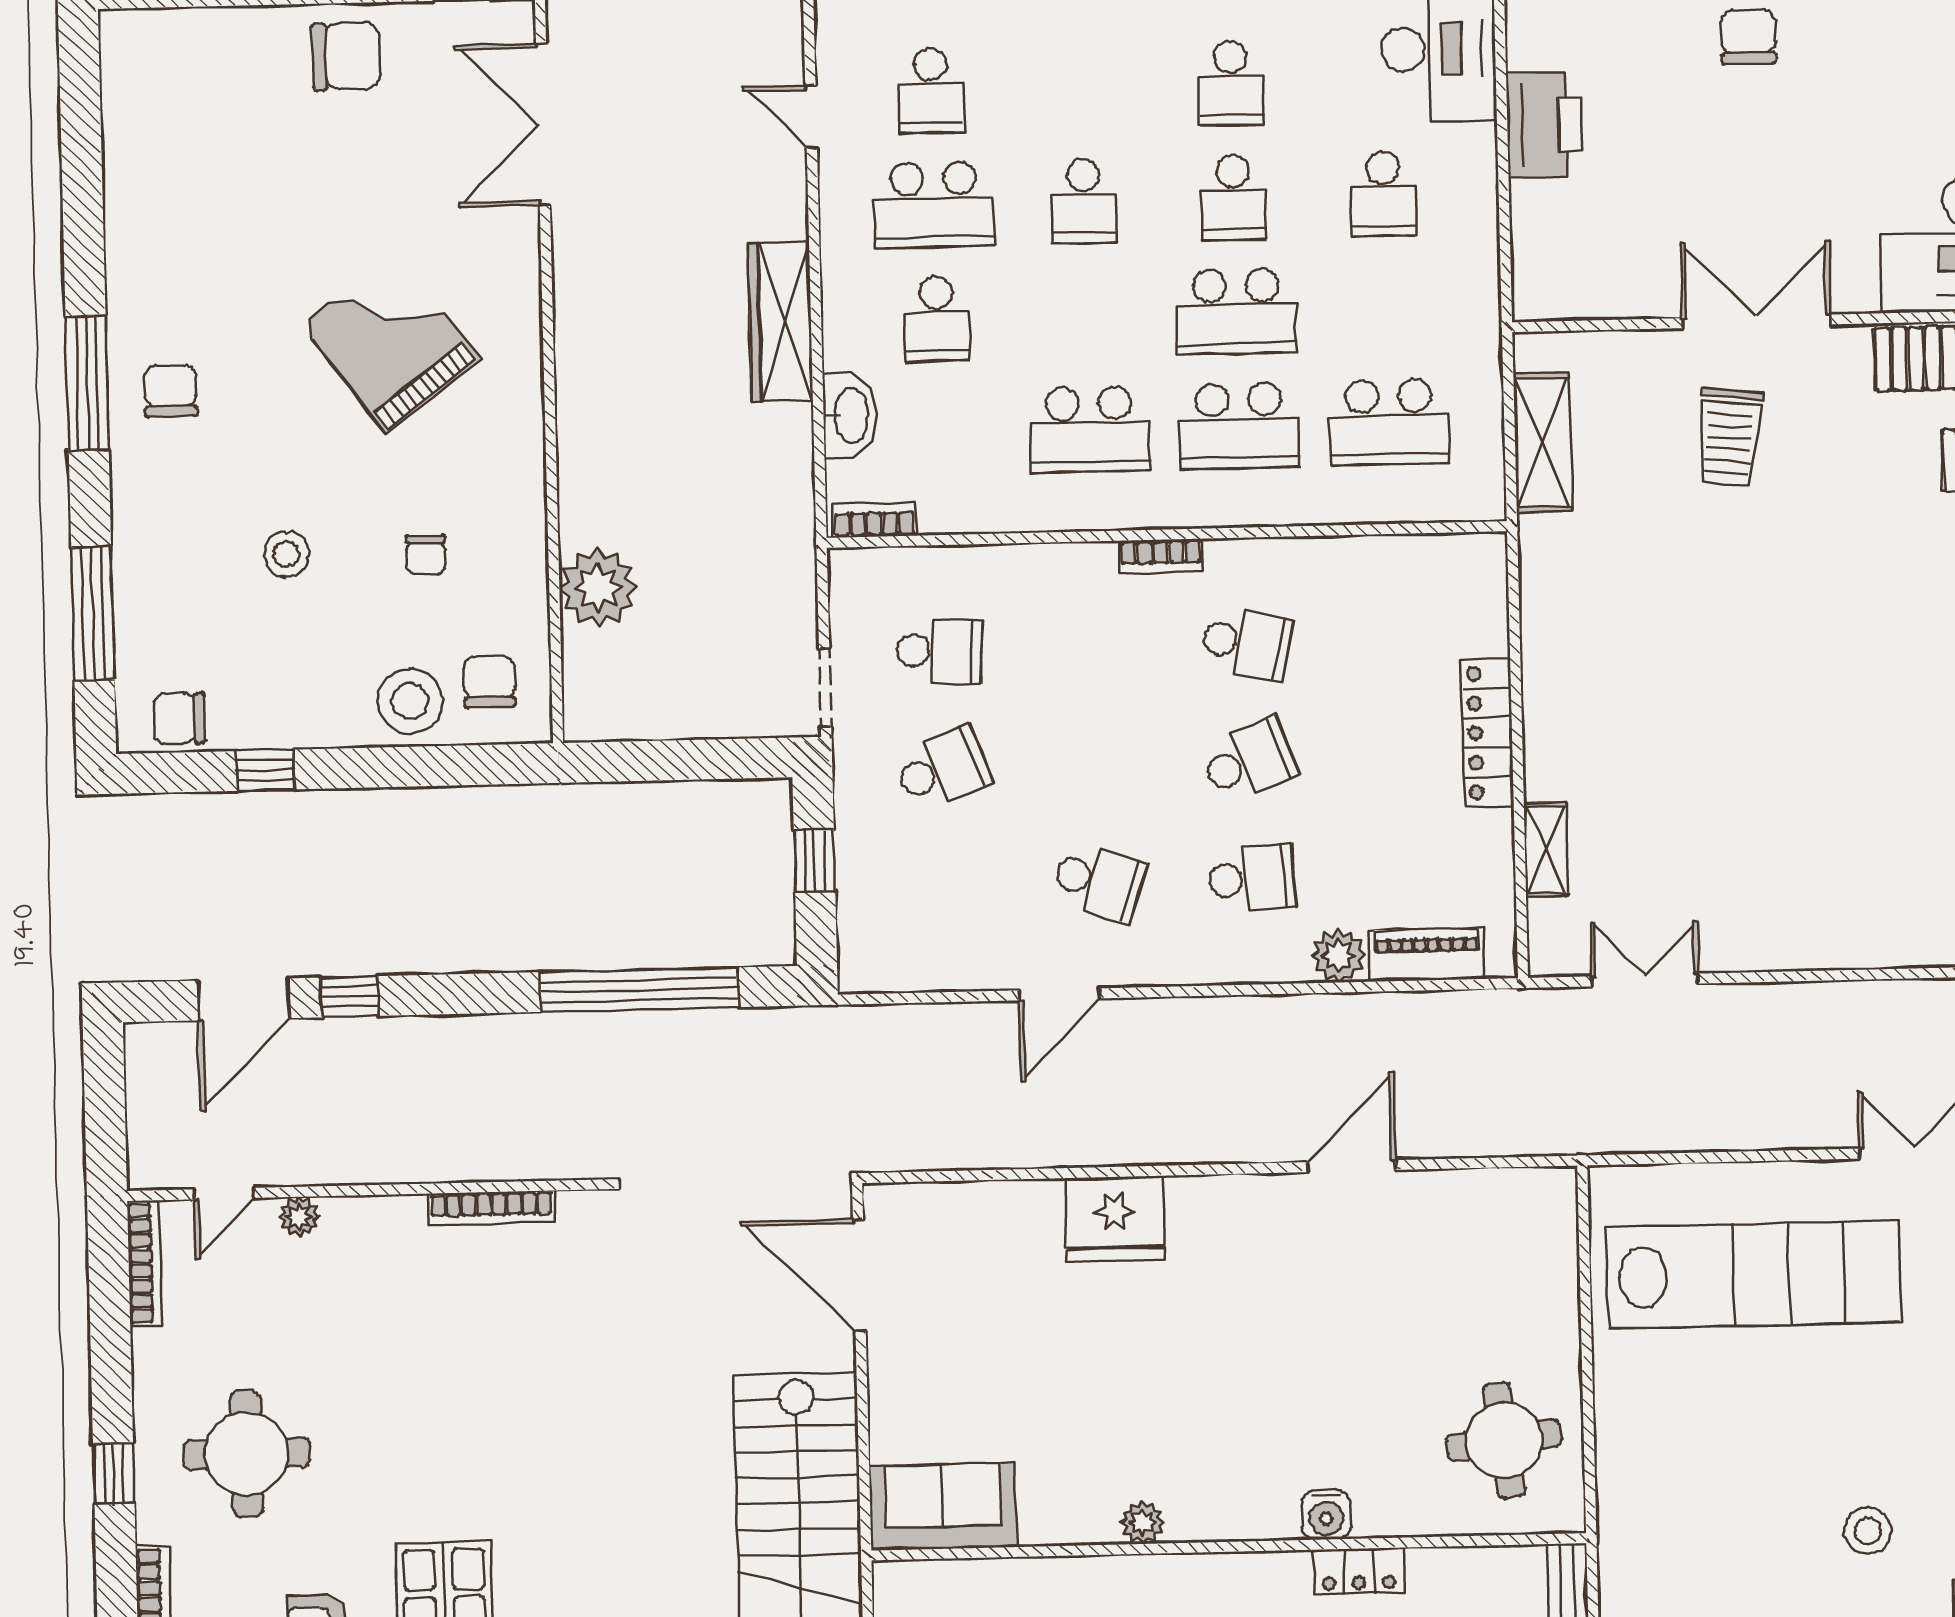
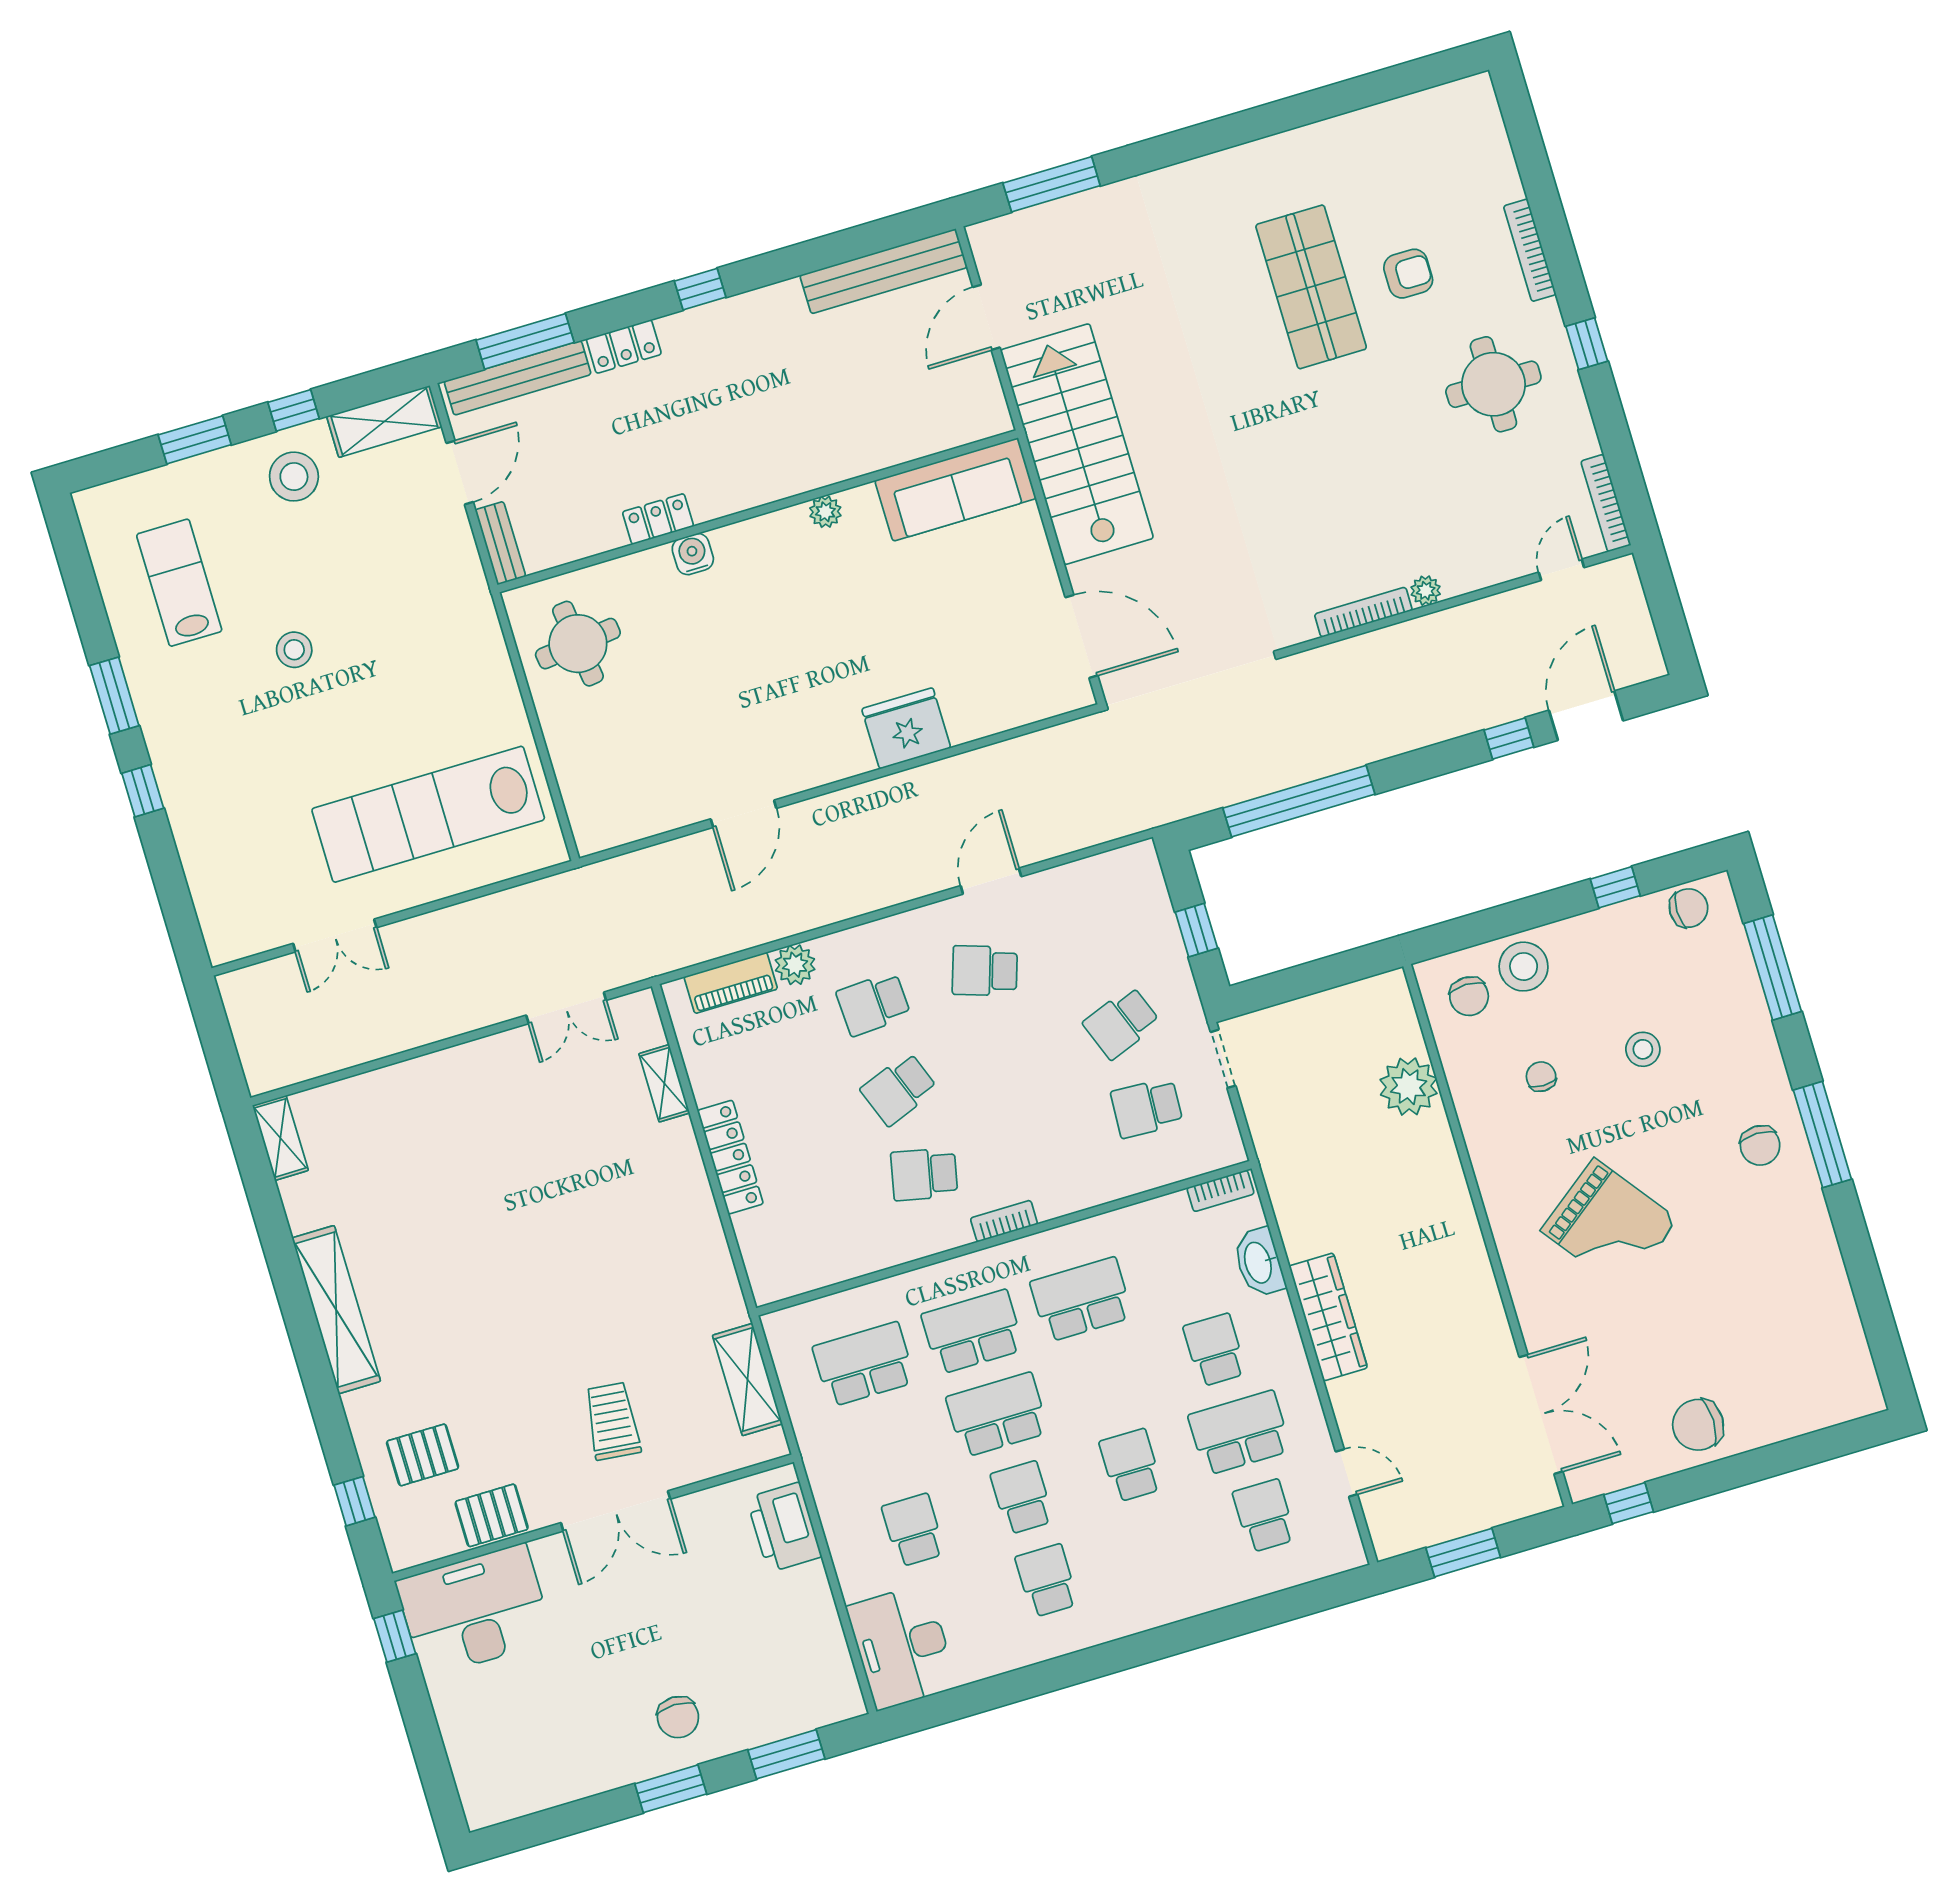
printer: (1544, 124) -> (784, 1527), moved
plant: (299, 1217) -> (1426, 591), moved
sofa: (943, 1507) -> (955, 489), width x1.36

